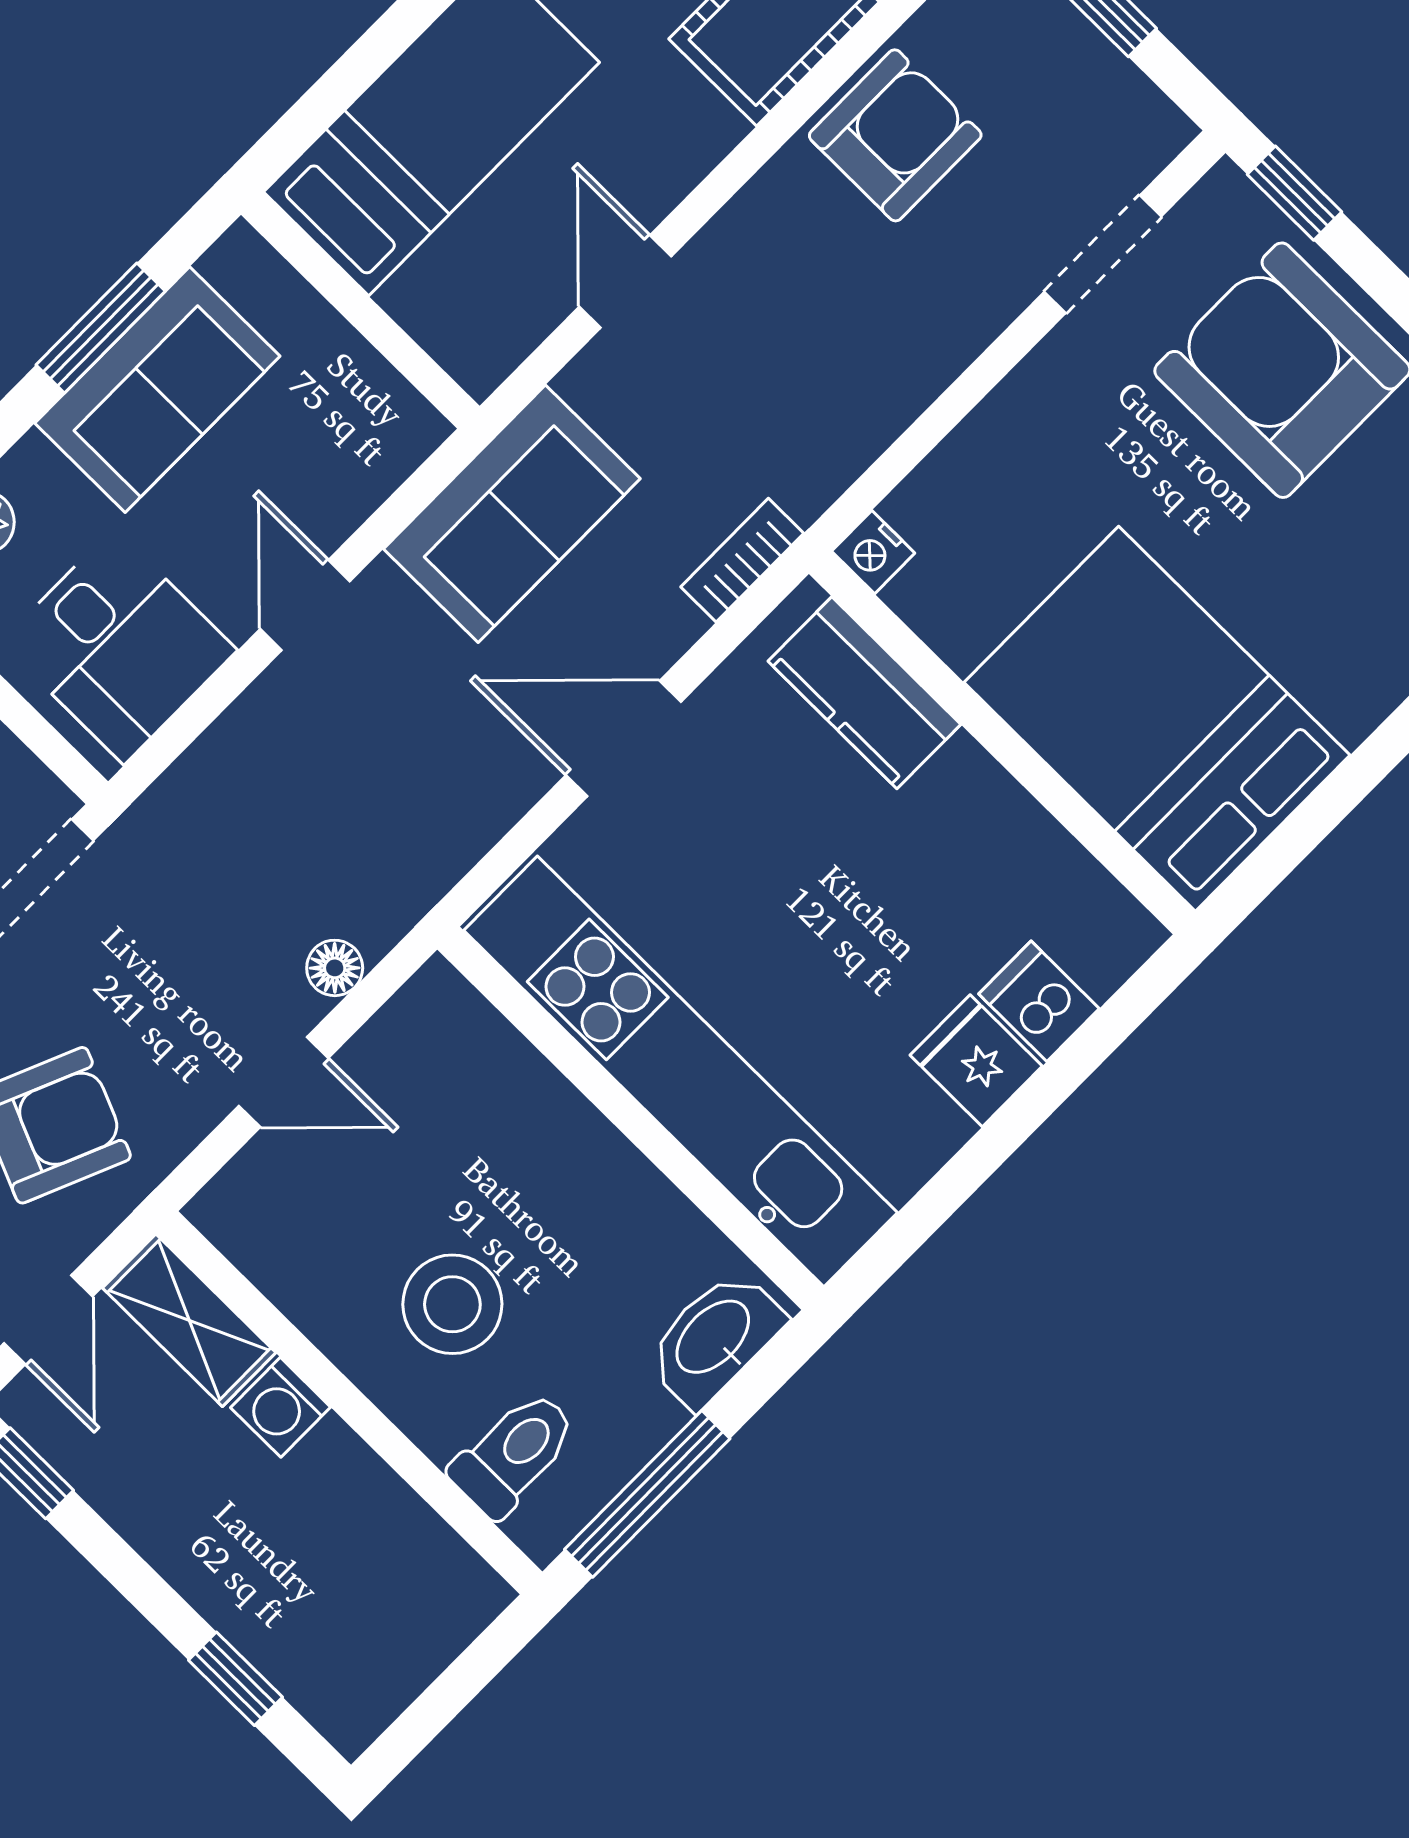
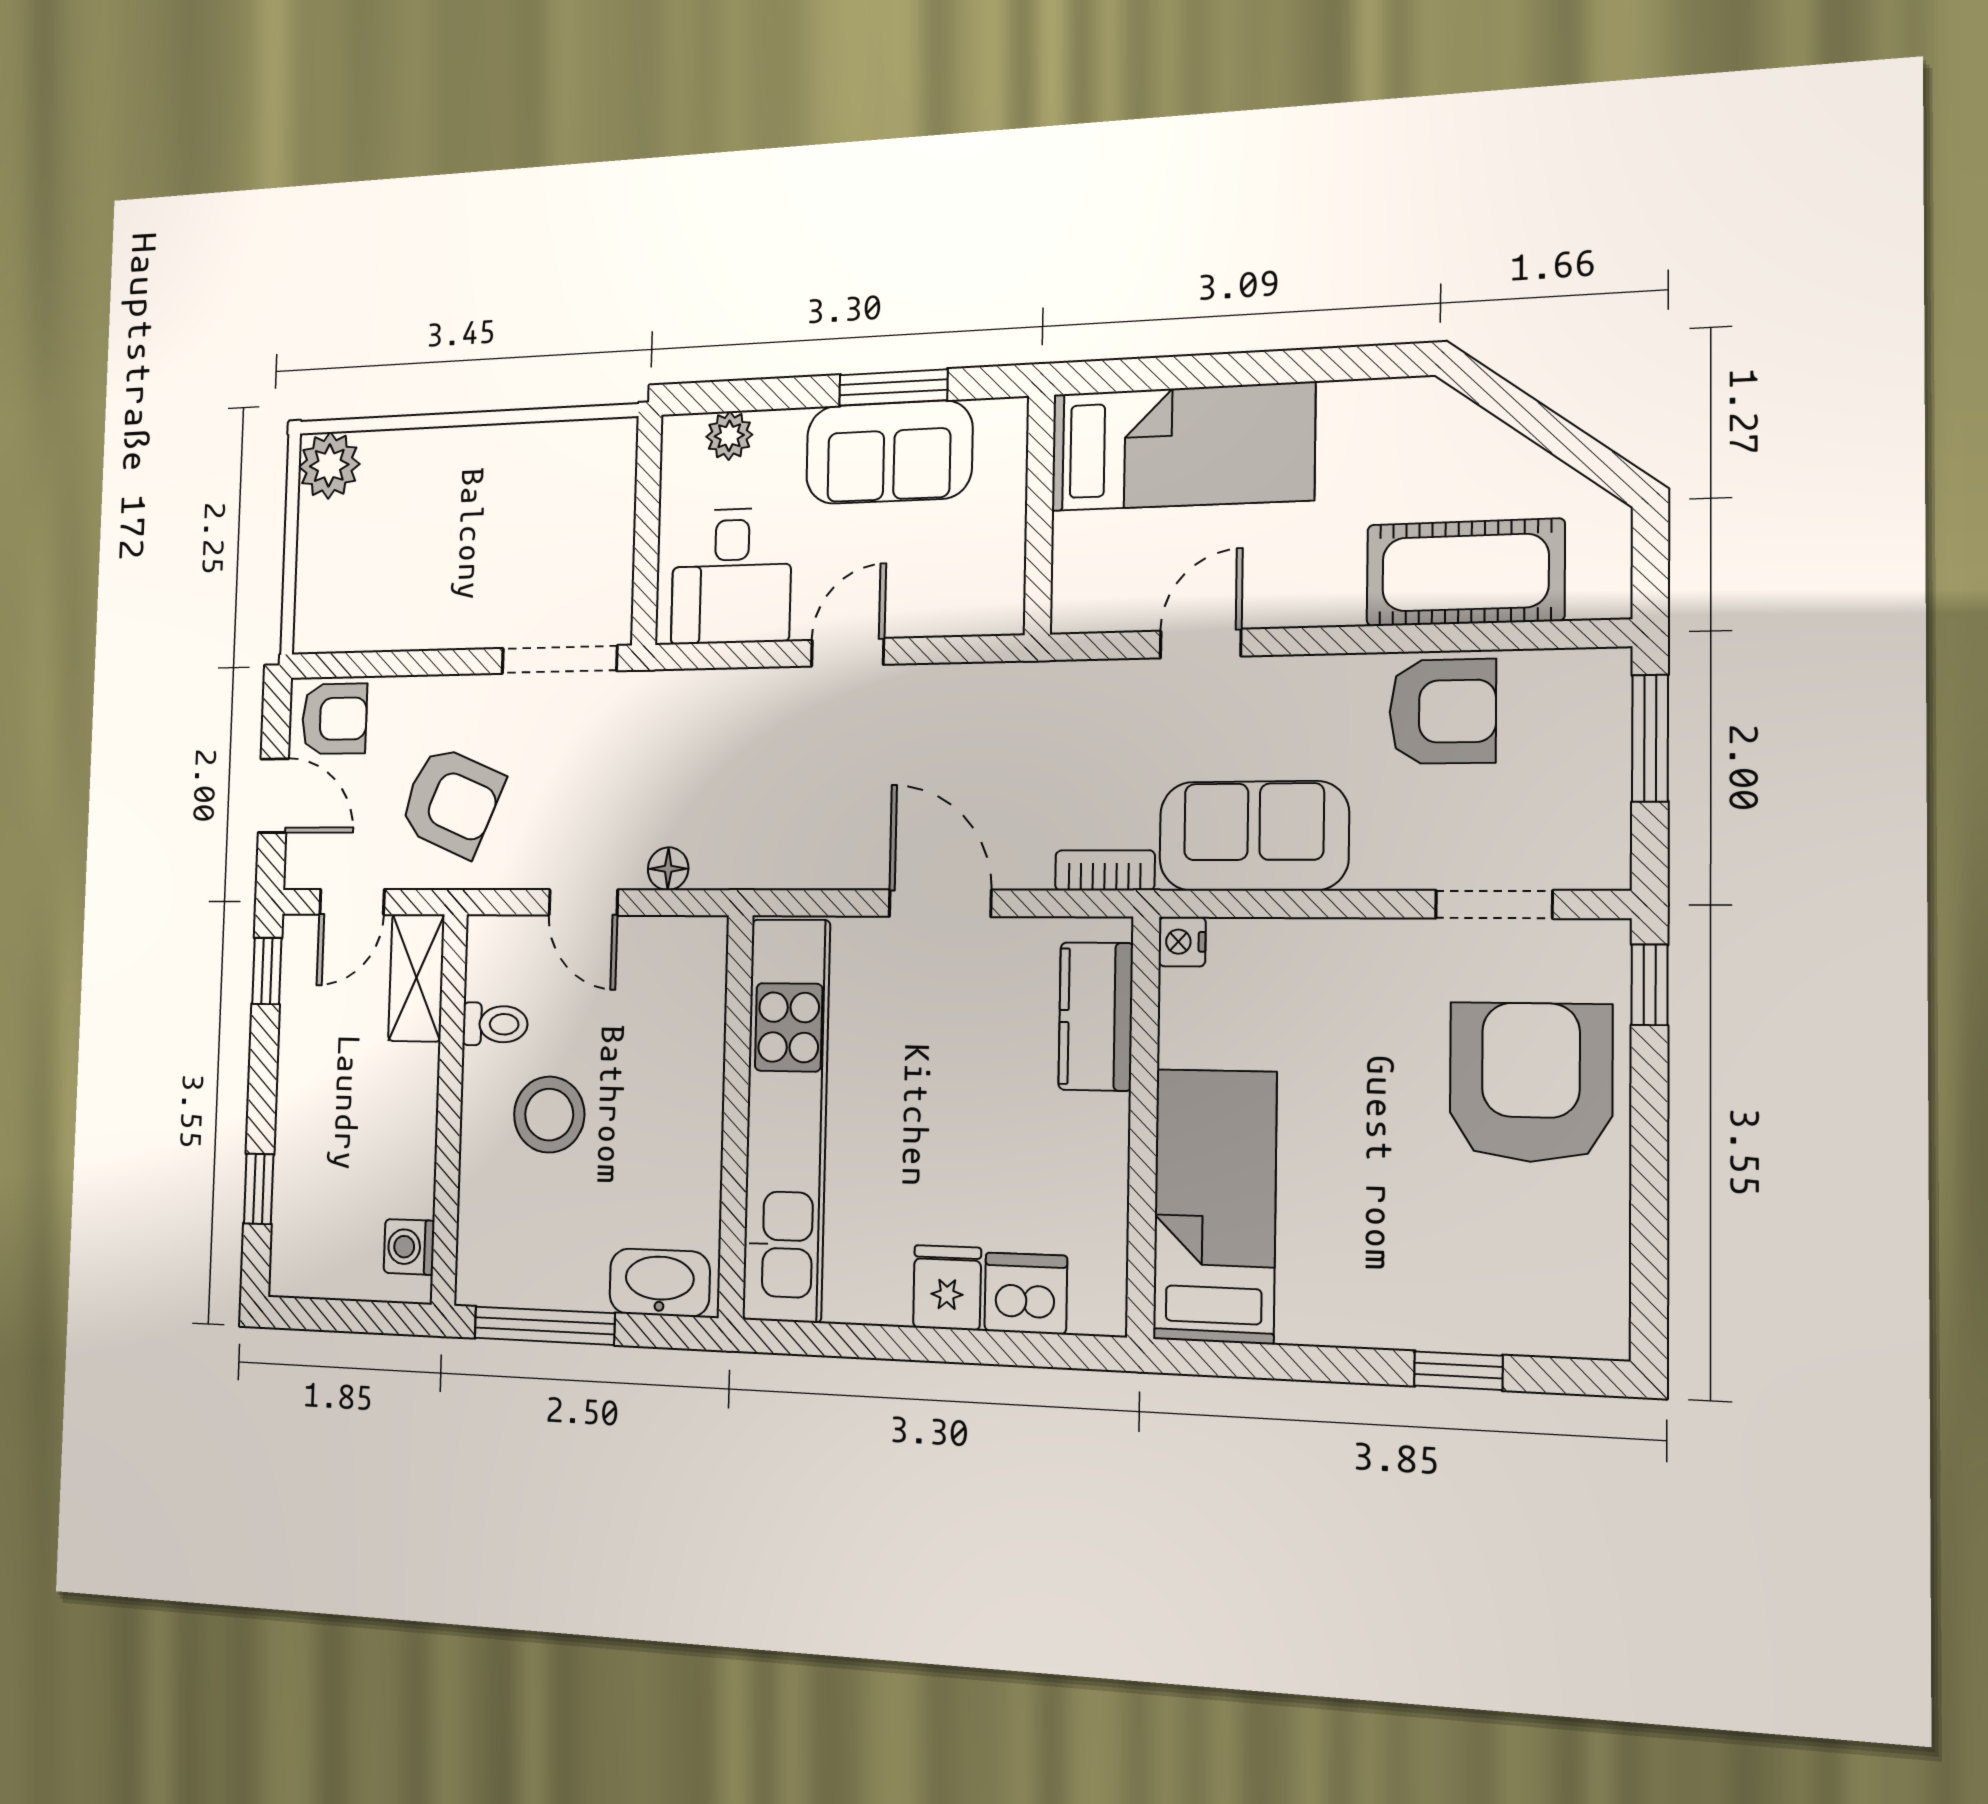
sofa: (512, 514) -> (1254, 836), moved, turned 180
bed: (1157, 719) -> (1215, 1206), width x0.67
dishwasher: (1039, 1001) -> (1026, 1293), width x1.38
washing machine: (281, 1407) -> (409, 1247), moved
toilet: (514, 1454) -> (495, 1024), moved, width x0.73, depth x0.72

